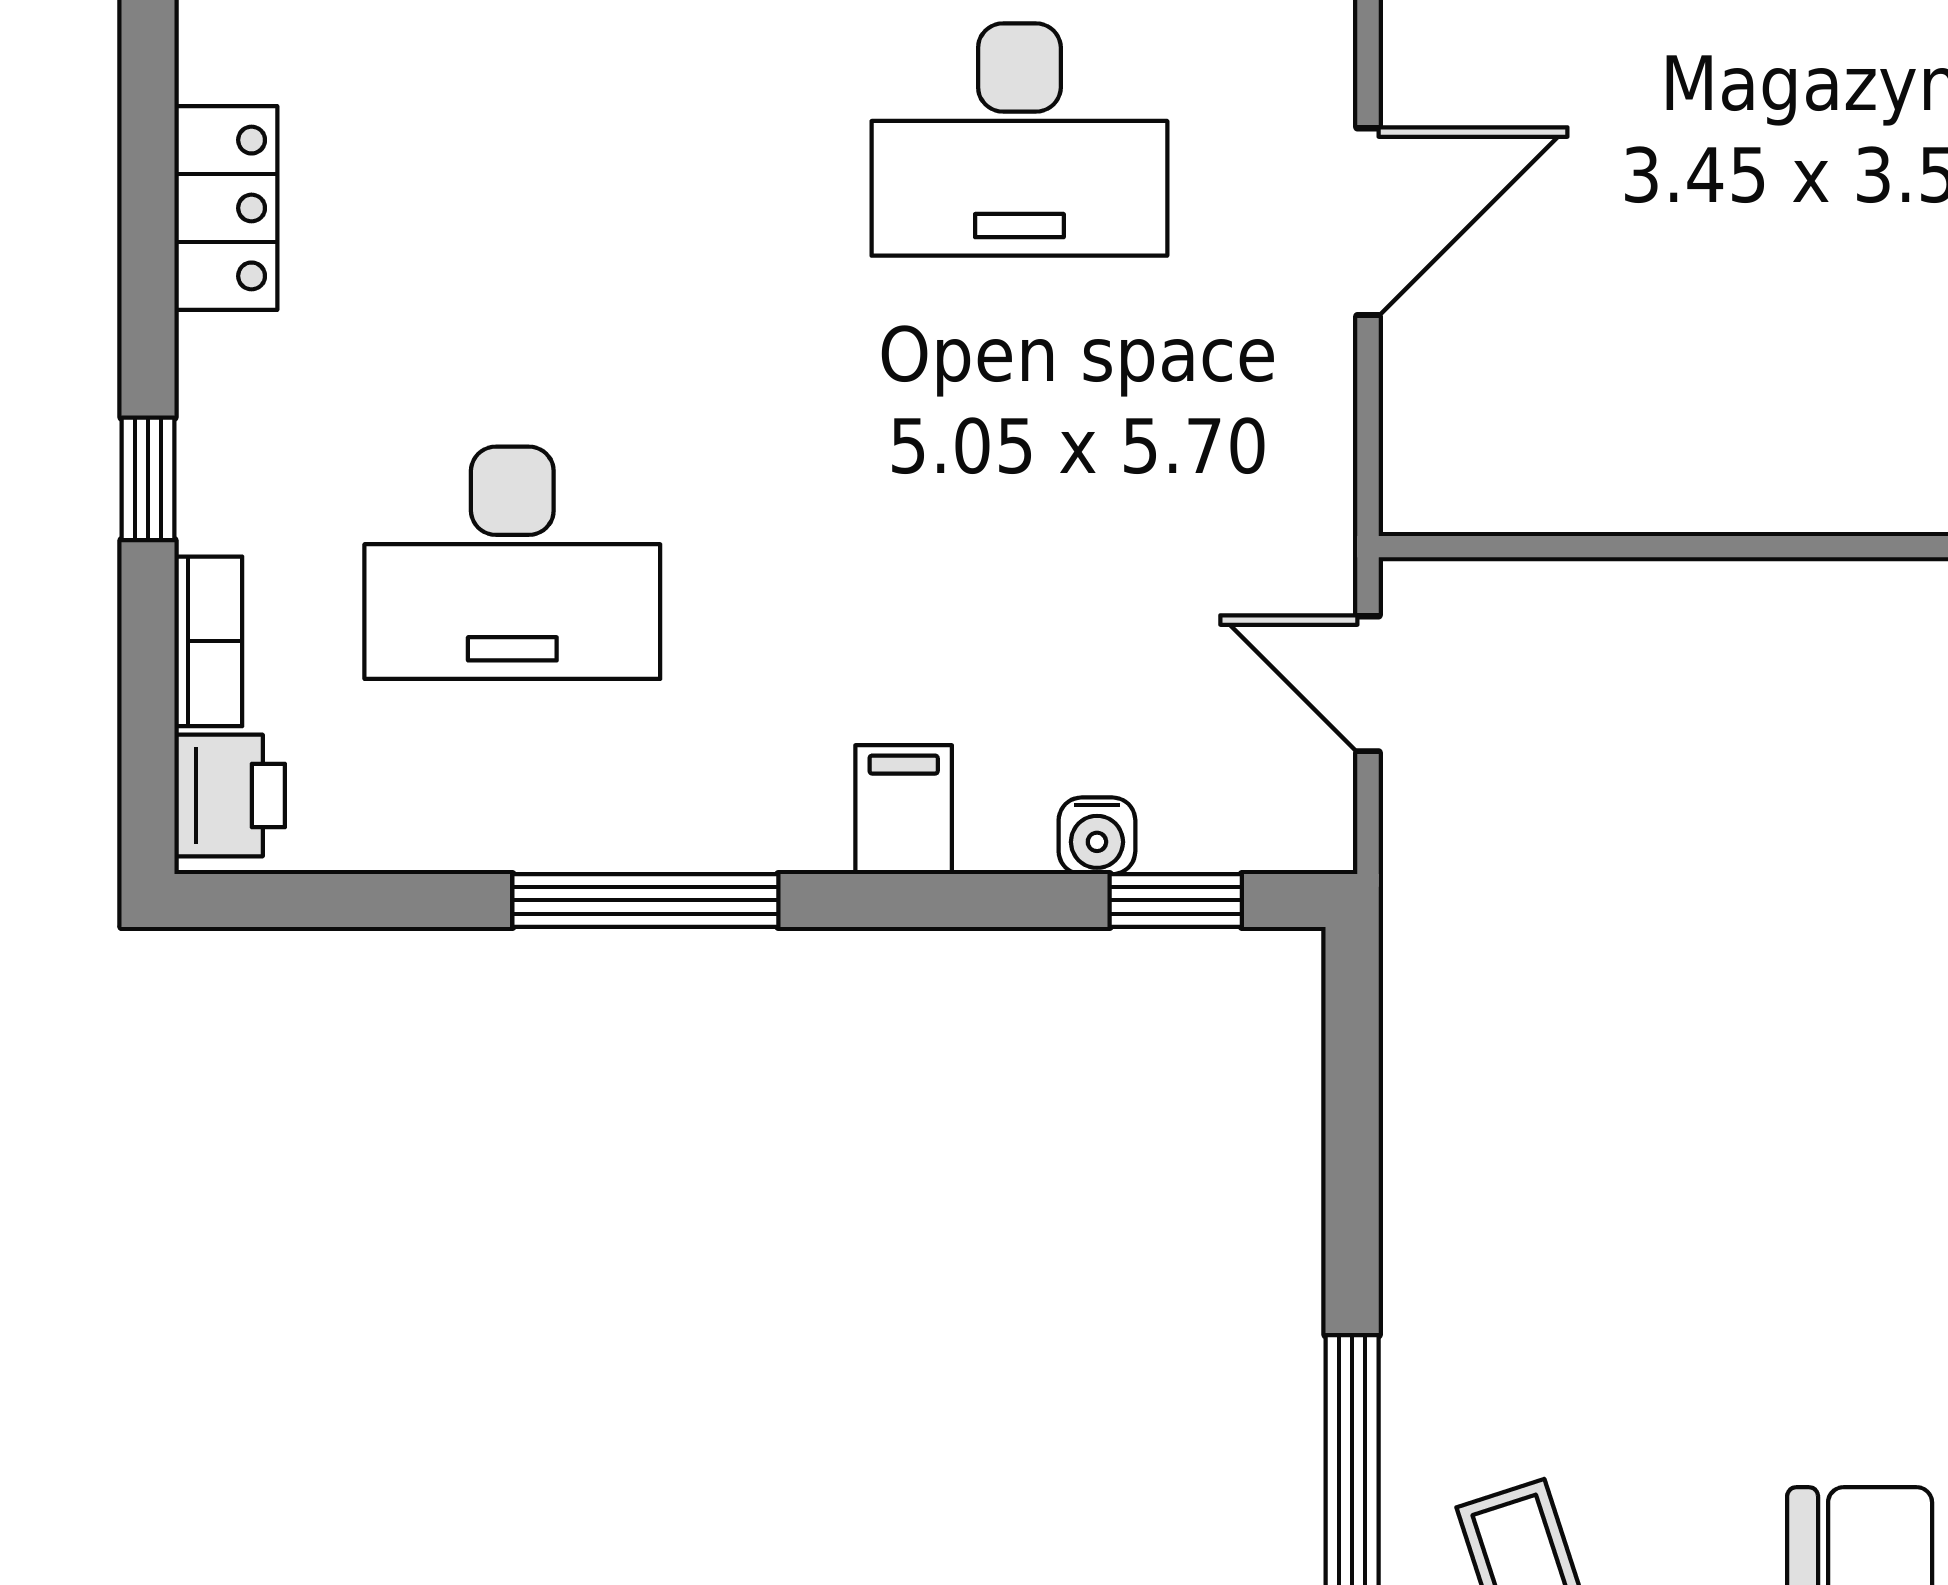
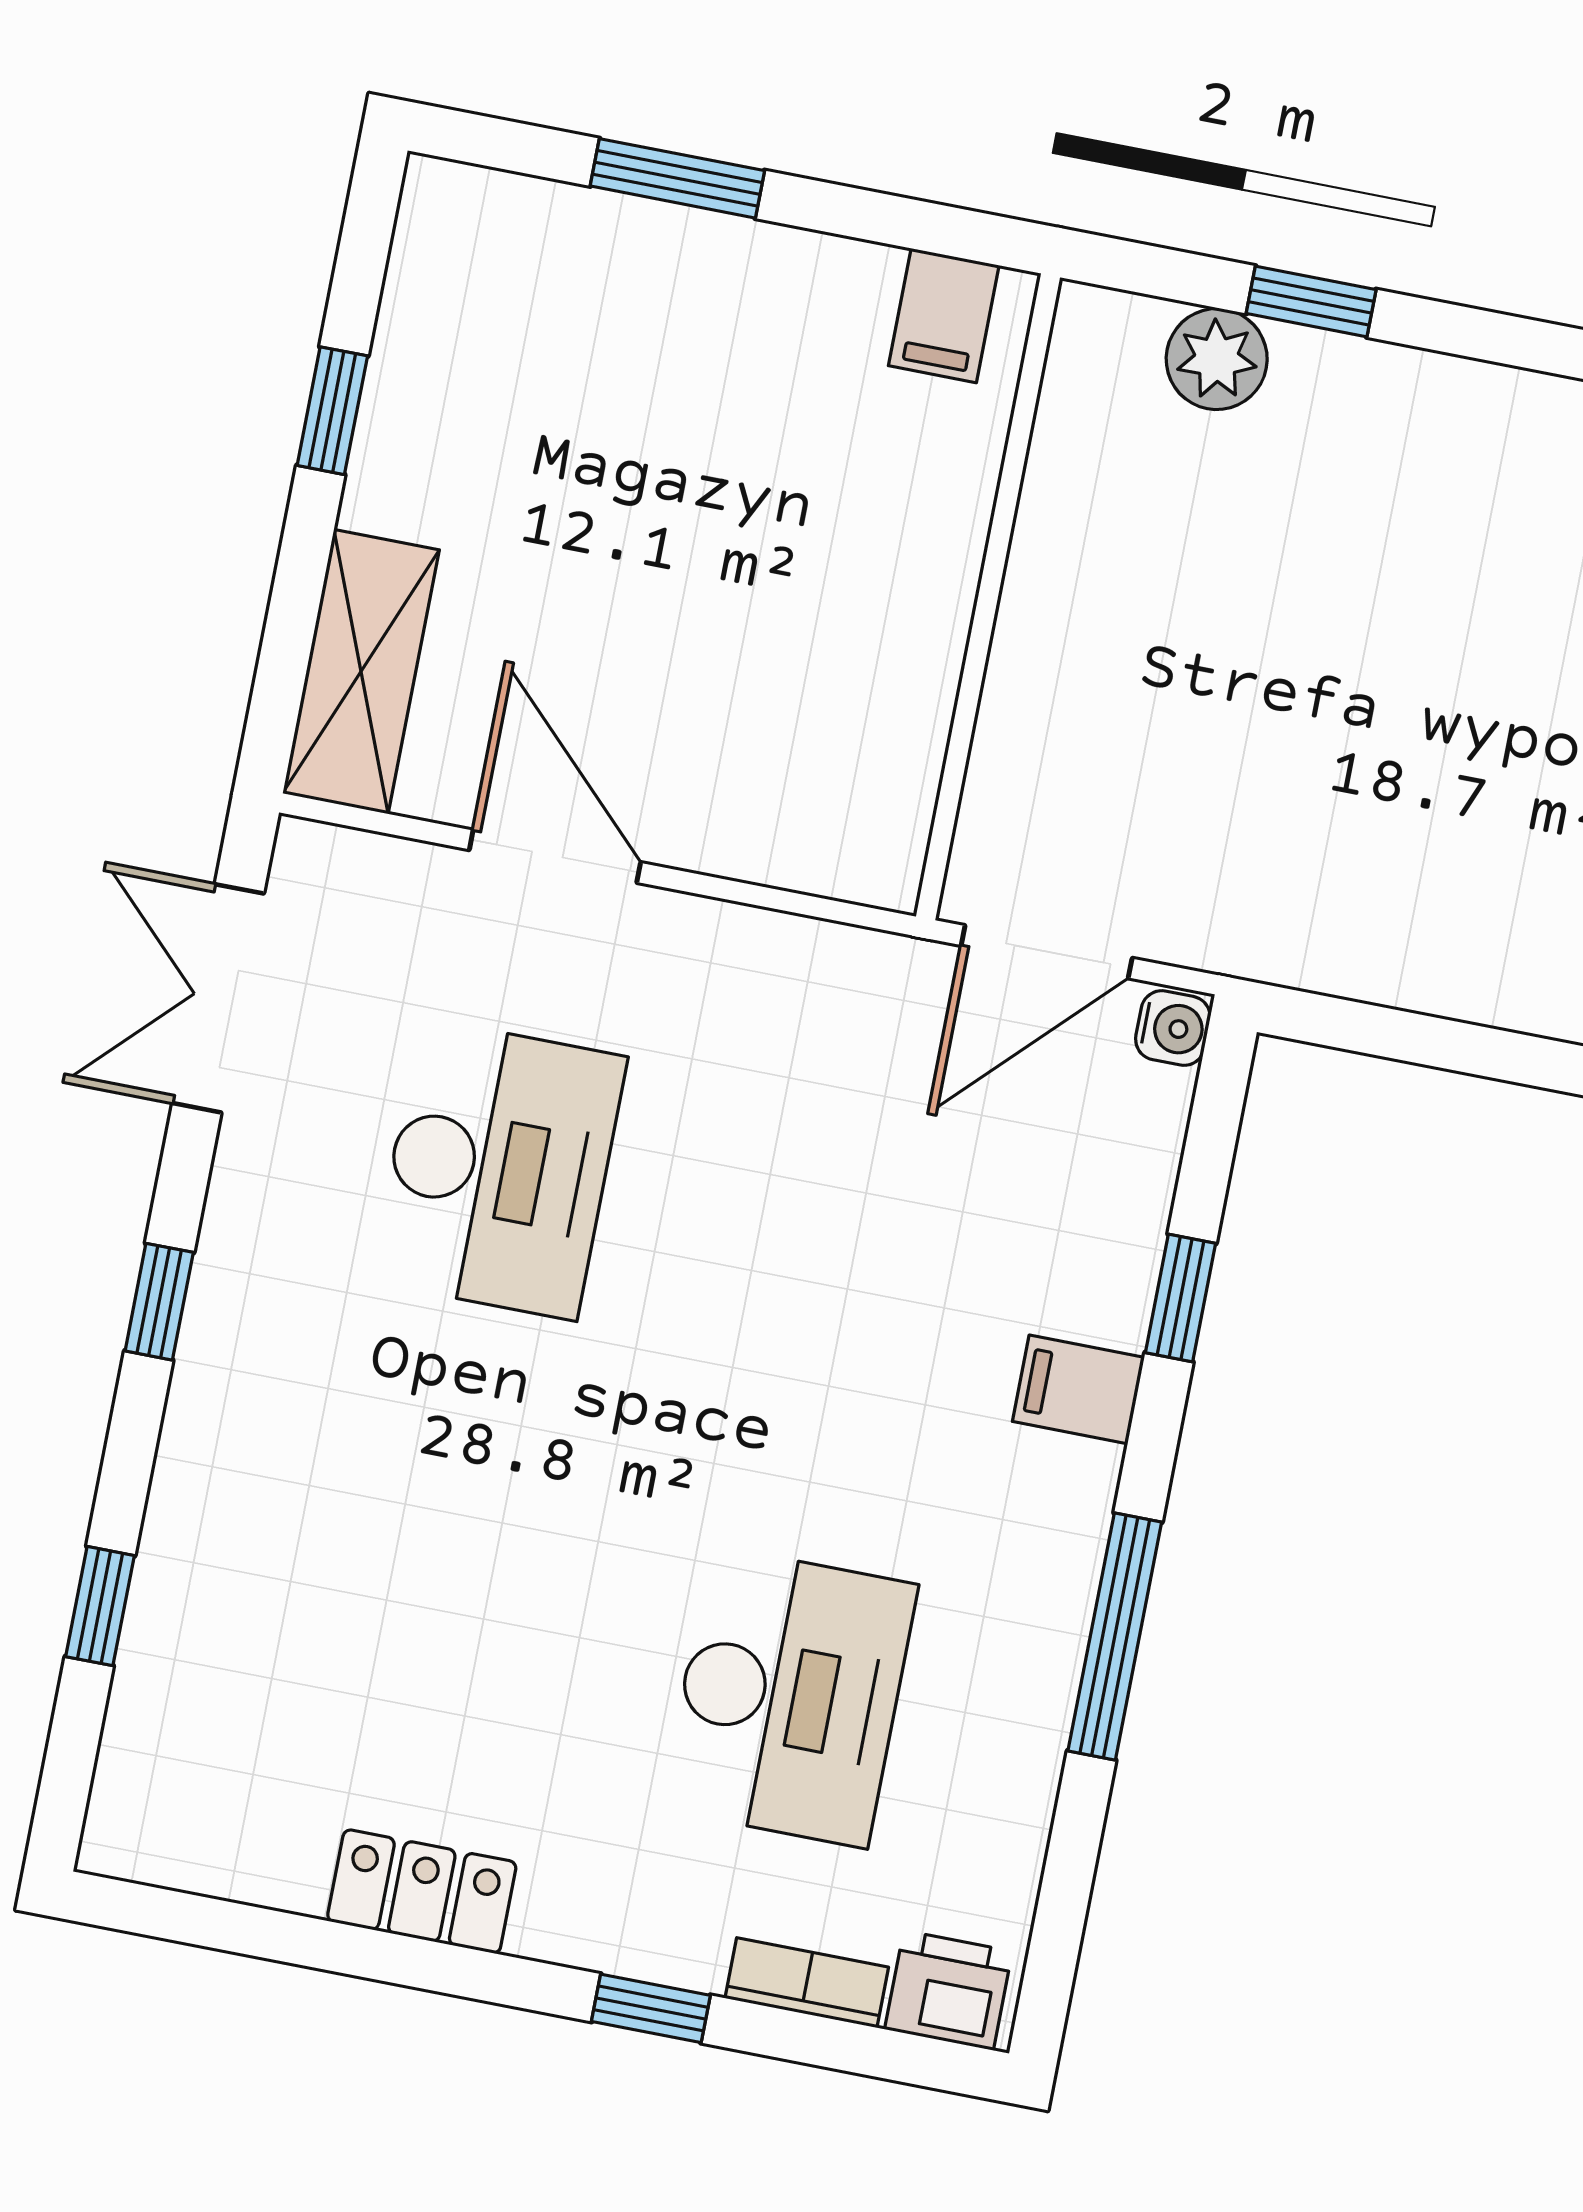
door: (1368, 222) -> (555, 856), moved
door: (1368, 684) -> (1047, 952), width x1.38
water cooler: (1097, 836) -> (1173, 1028), moved
window: (1176, 900) -> (1181, 1298), moved

